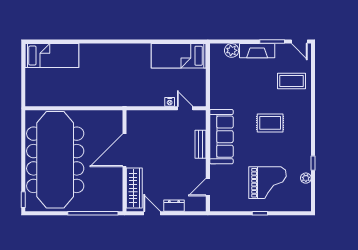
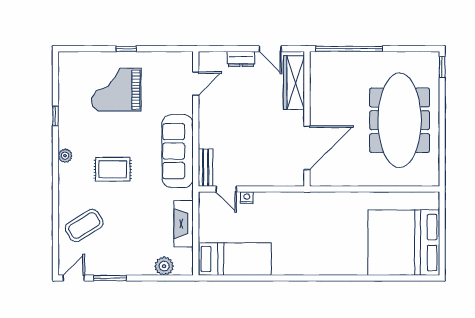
door: (299, 42) -> (74, 278), hinge flipped
fireplace: (257, 51) -> (184, 224), moved, turned -90
bed: (52, 56) -> (404, 243), width x2.04
coffee table: (292, 81) -> (84, 225), turned -32
bench: (201, 144) -> (206, 168), moved
door: (125, 150) -> (307, 148), moved
meeting table: (55, 160) -> (400, 120), width x0.73, depth x0.79
plant: (306, 178) -> (65, 156), moved

